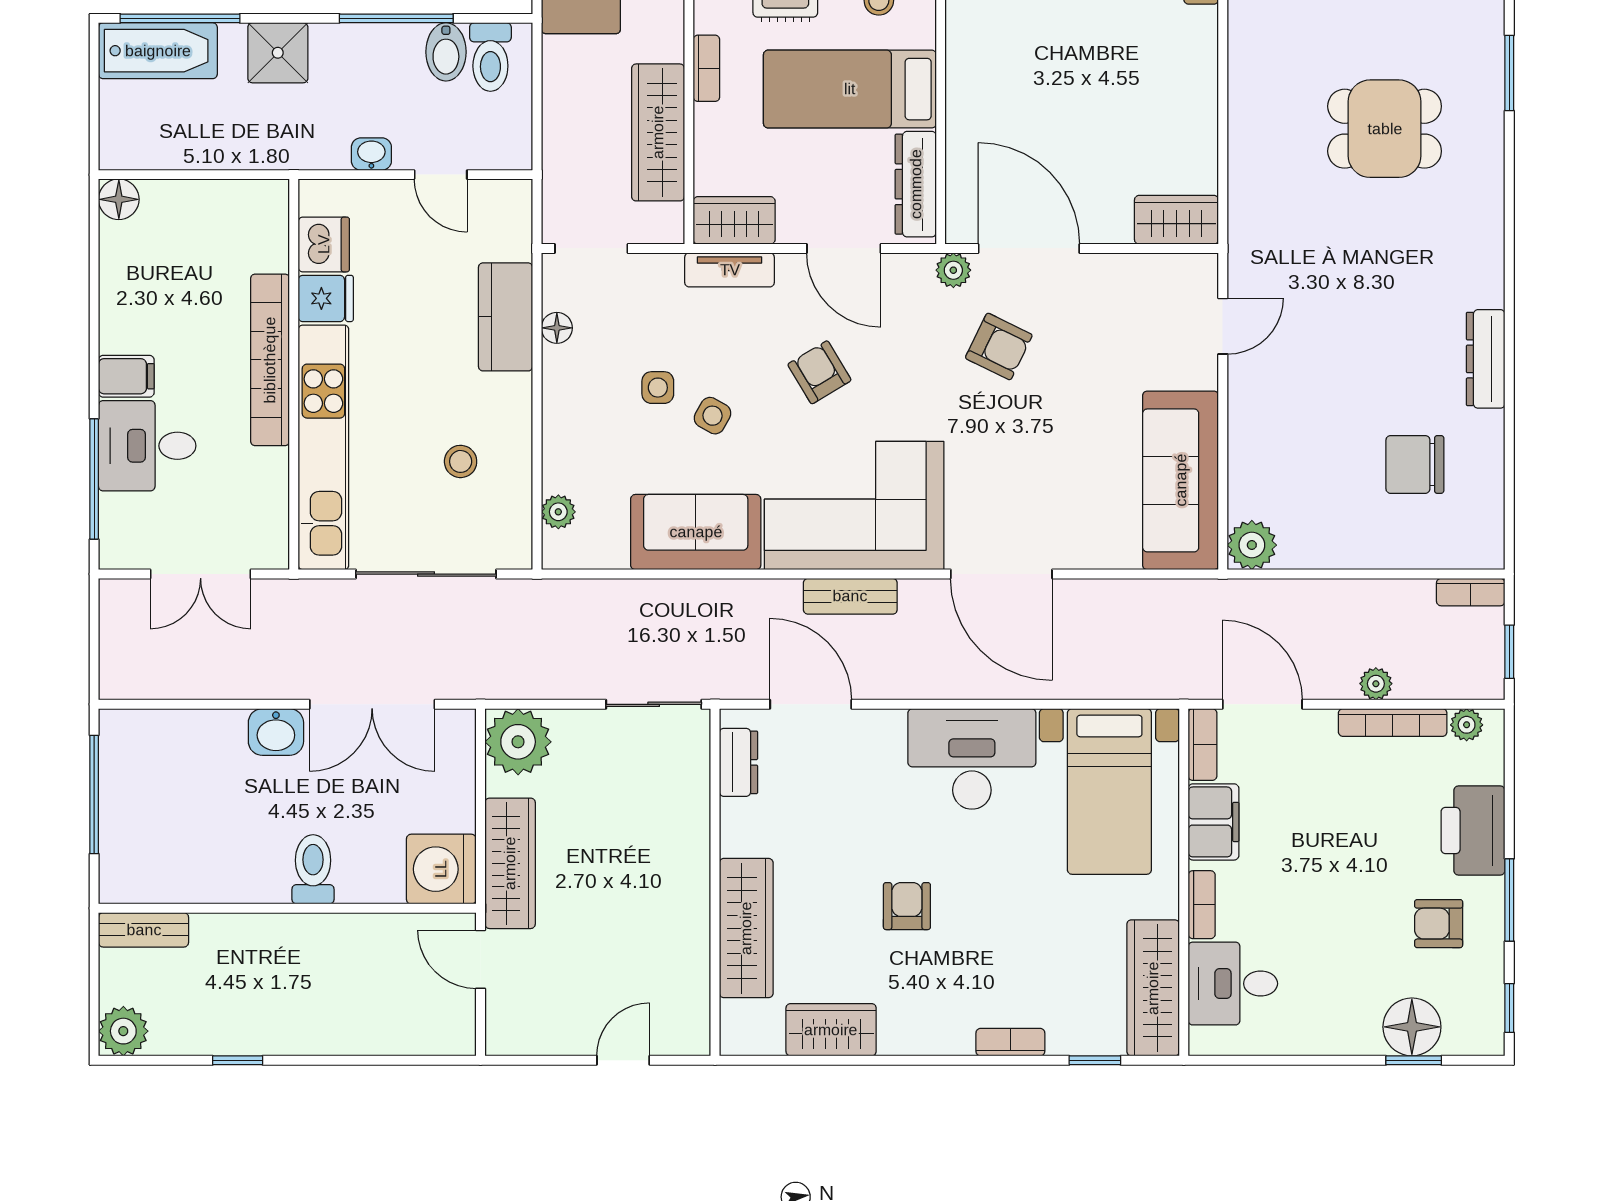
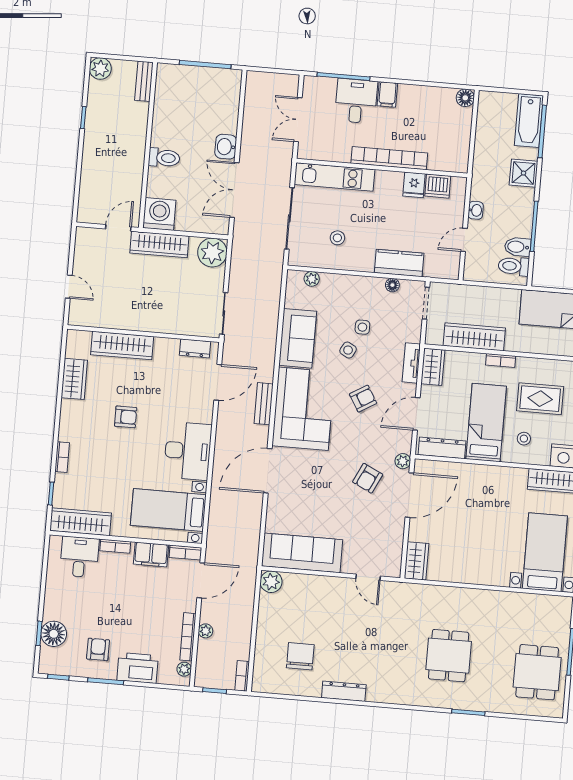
kitchen unit: (323, 447) -> (334, 177), width x0.73

